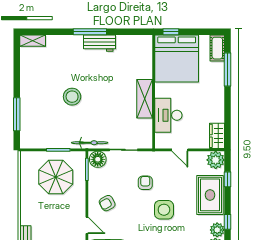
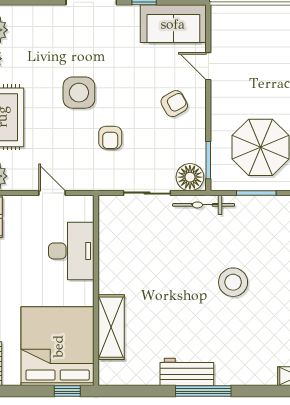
shelving: (145, 99) -> (111, 327), moved

